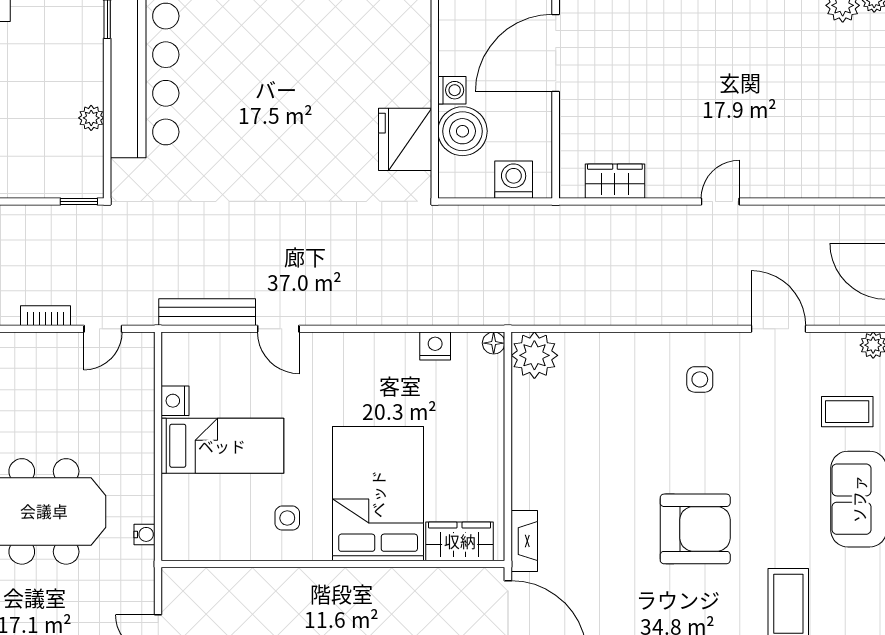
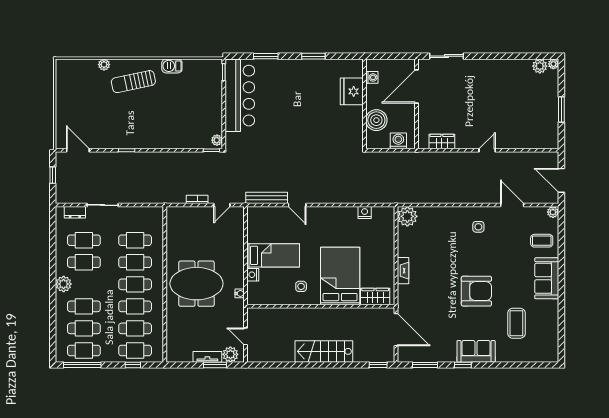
washing machine: (452, 90) -> (372, 77), moved
plant: (91, 118) -> (217, 140), moved
fridge: (405, 139) -> (352, 91), moved
floor lamp: (494, 343) -> (390, 211), removed
nightstand: (175, 401) -> (253, 275), moved
fireplace: (524, 541) -> (403, 271), moved

